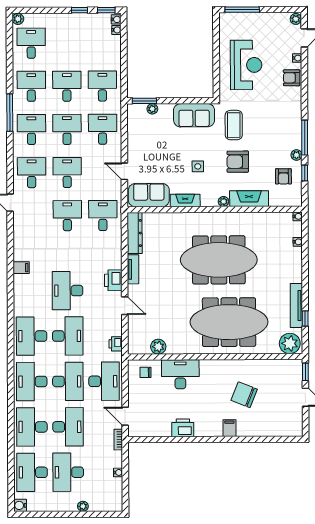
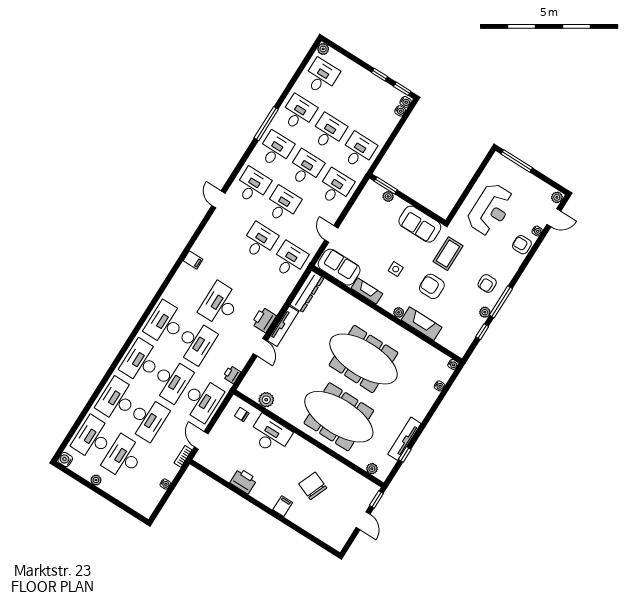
armchair: (283, 176) -> (487, 283), moved
tv unit: (133, 269) -> (283, 326), width x1.41
plant: (290, 343) -> (372, 469), width x0.53, depth x0.53
plant: (83, 506) -> (96, 480), moved

